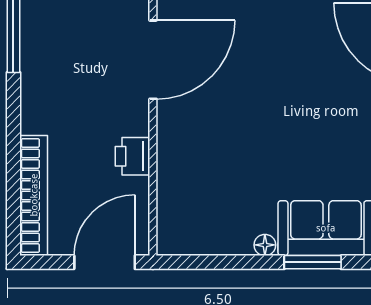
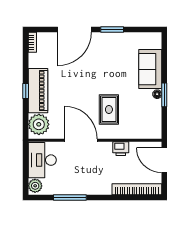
rug: (228, 128) -> (109, 110), added
window: (313, 262) -> (164, 95), moved

